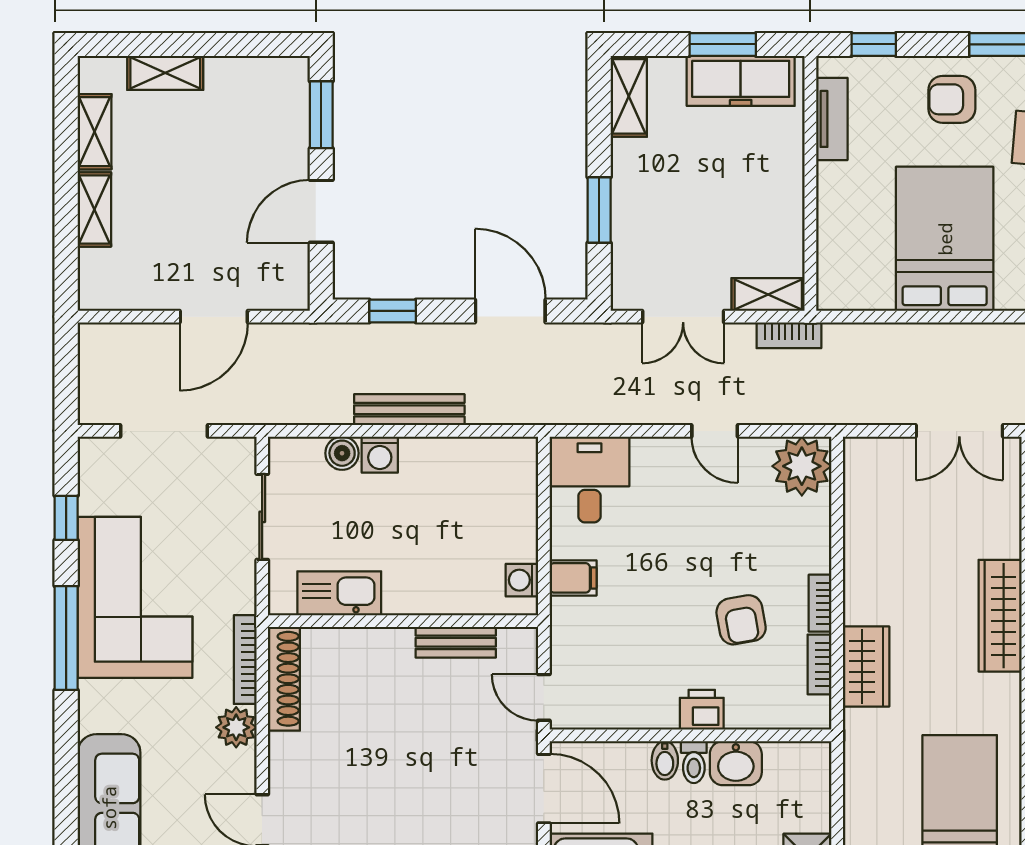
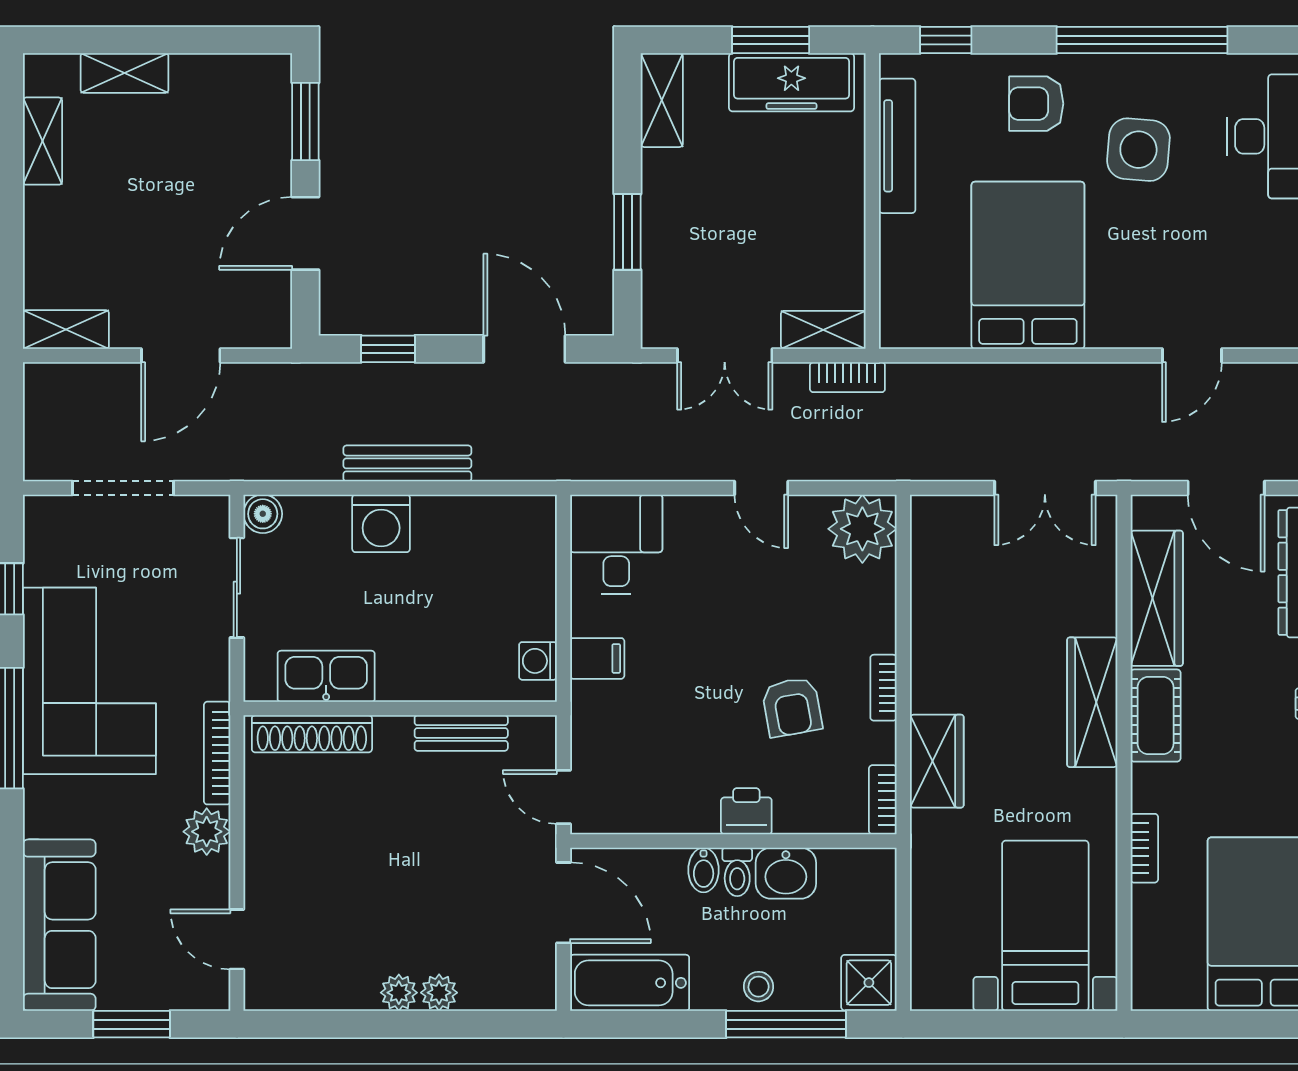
tv unit: (832, 119) -> (897, 146), width x1.41
shelving: (94, 209) -> (66, 330), moved, turned 90
boiler: (342, 453) -> (263, 514), moved
washing machine: (380, 455) -> (381, 523), width x1.38, depth x1.38
bookcase: (819, 664) -> (883, 800), moved
shoe rack: (284, 679) -> (312, 734), moved, turned 90

